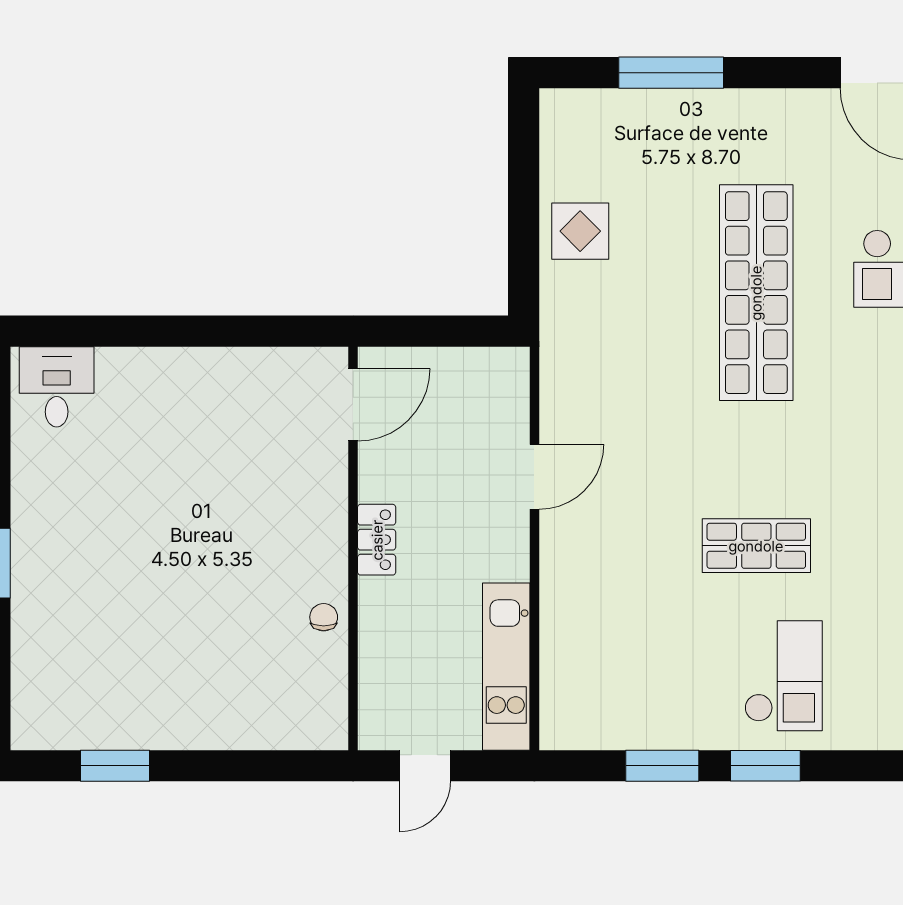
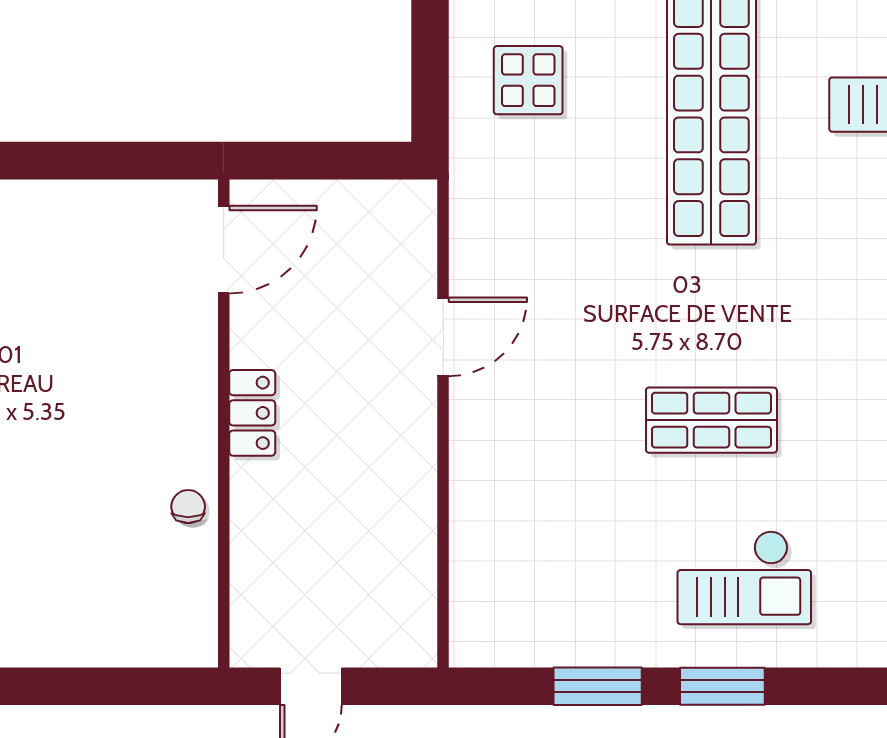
display table: (580, 231) -> (528, 80), moved
kitchen unit: (506, 667) -> (409, 566), removed
checkout: (783, 676) -> (744, 577), turned 90

